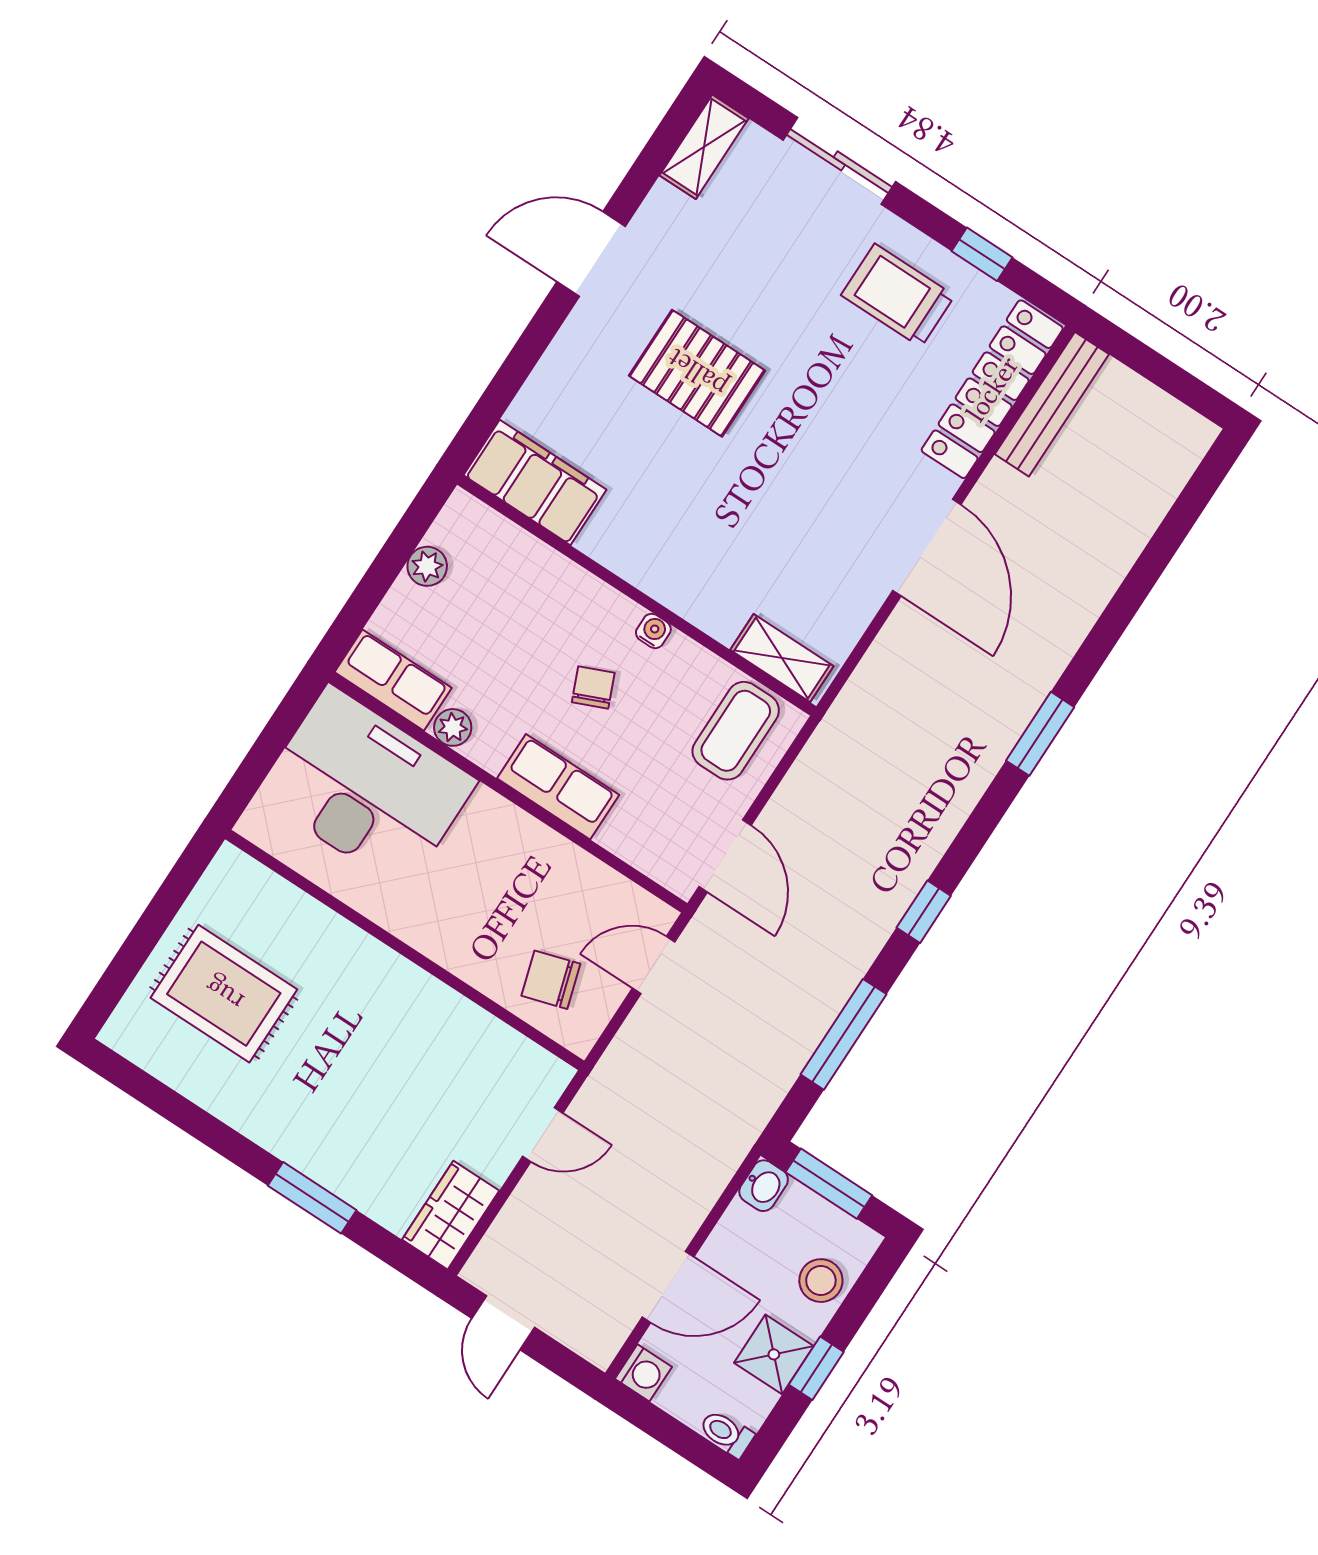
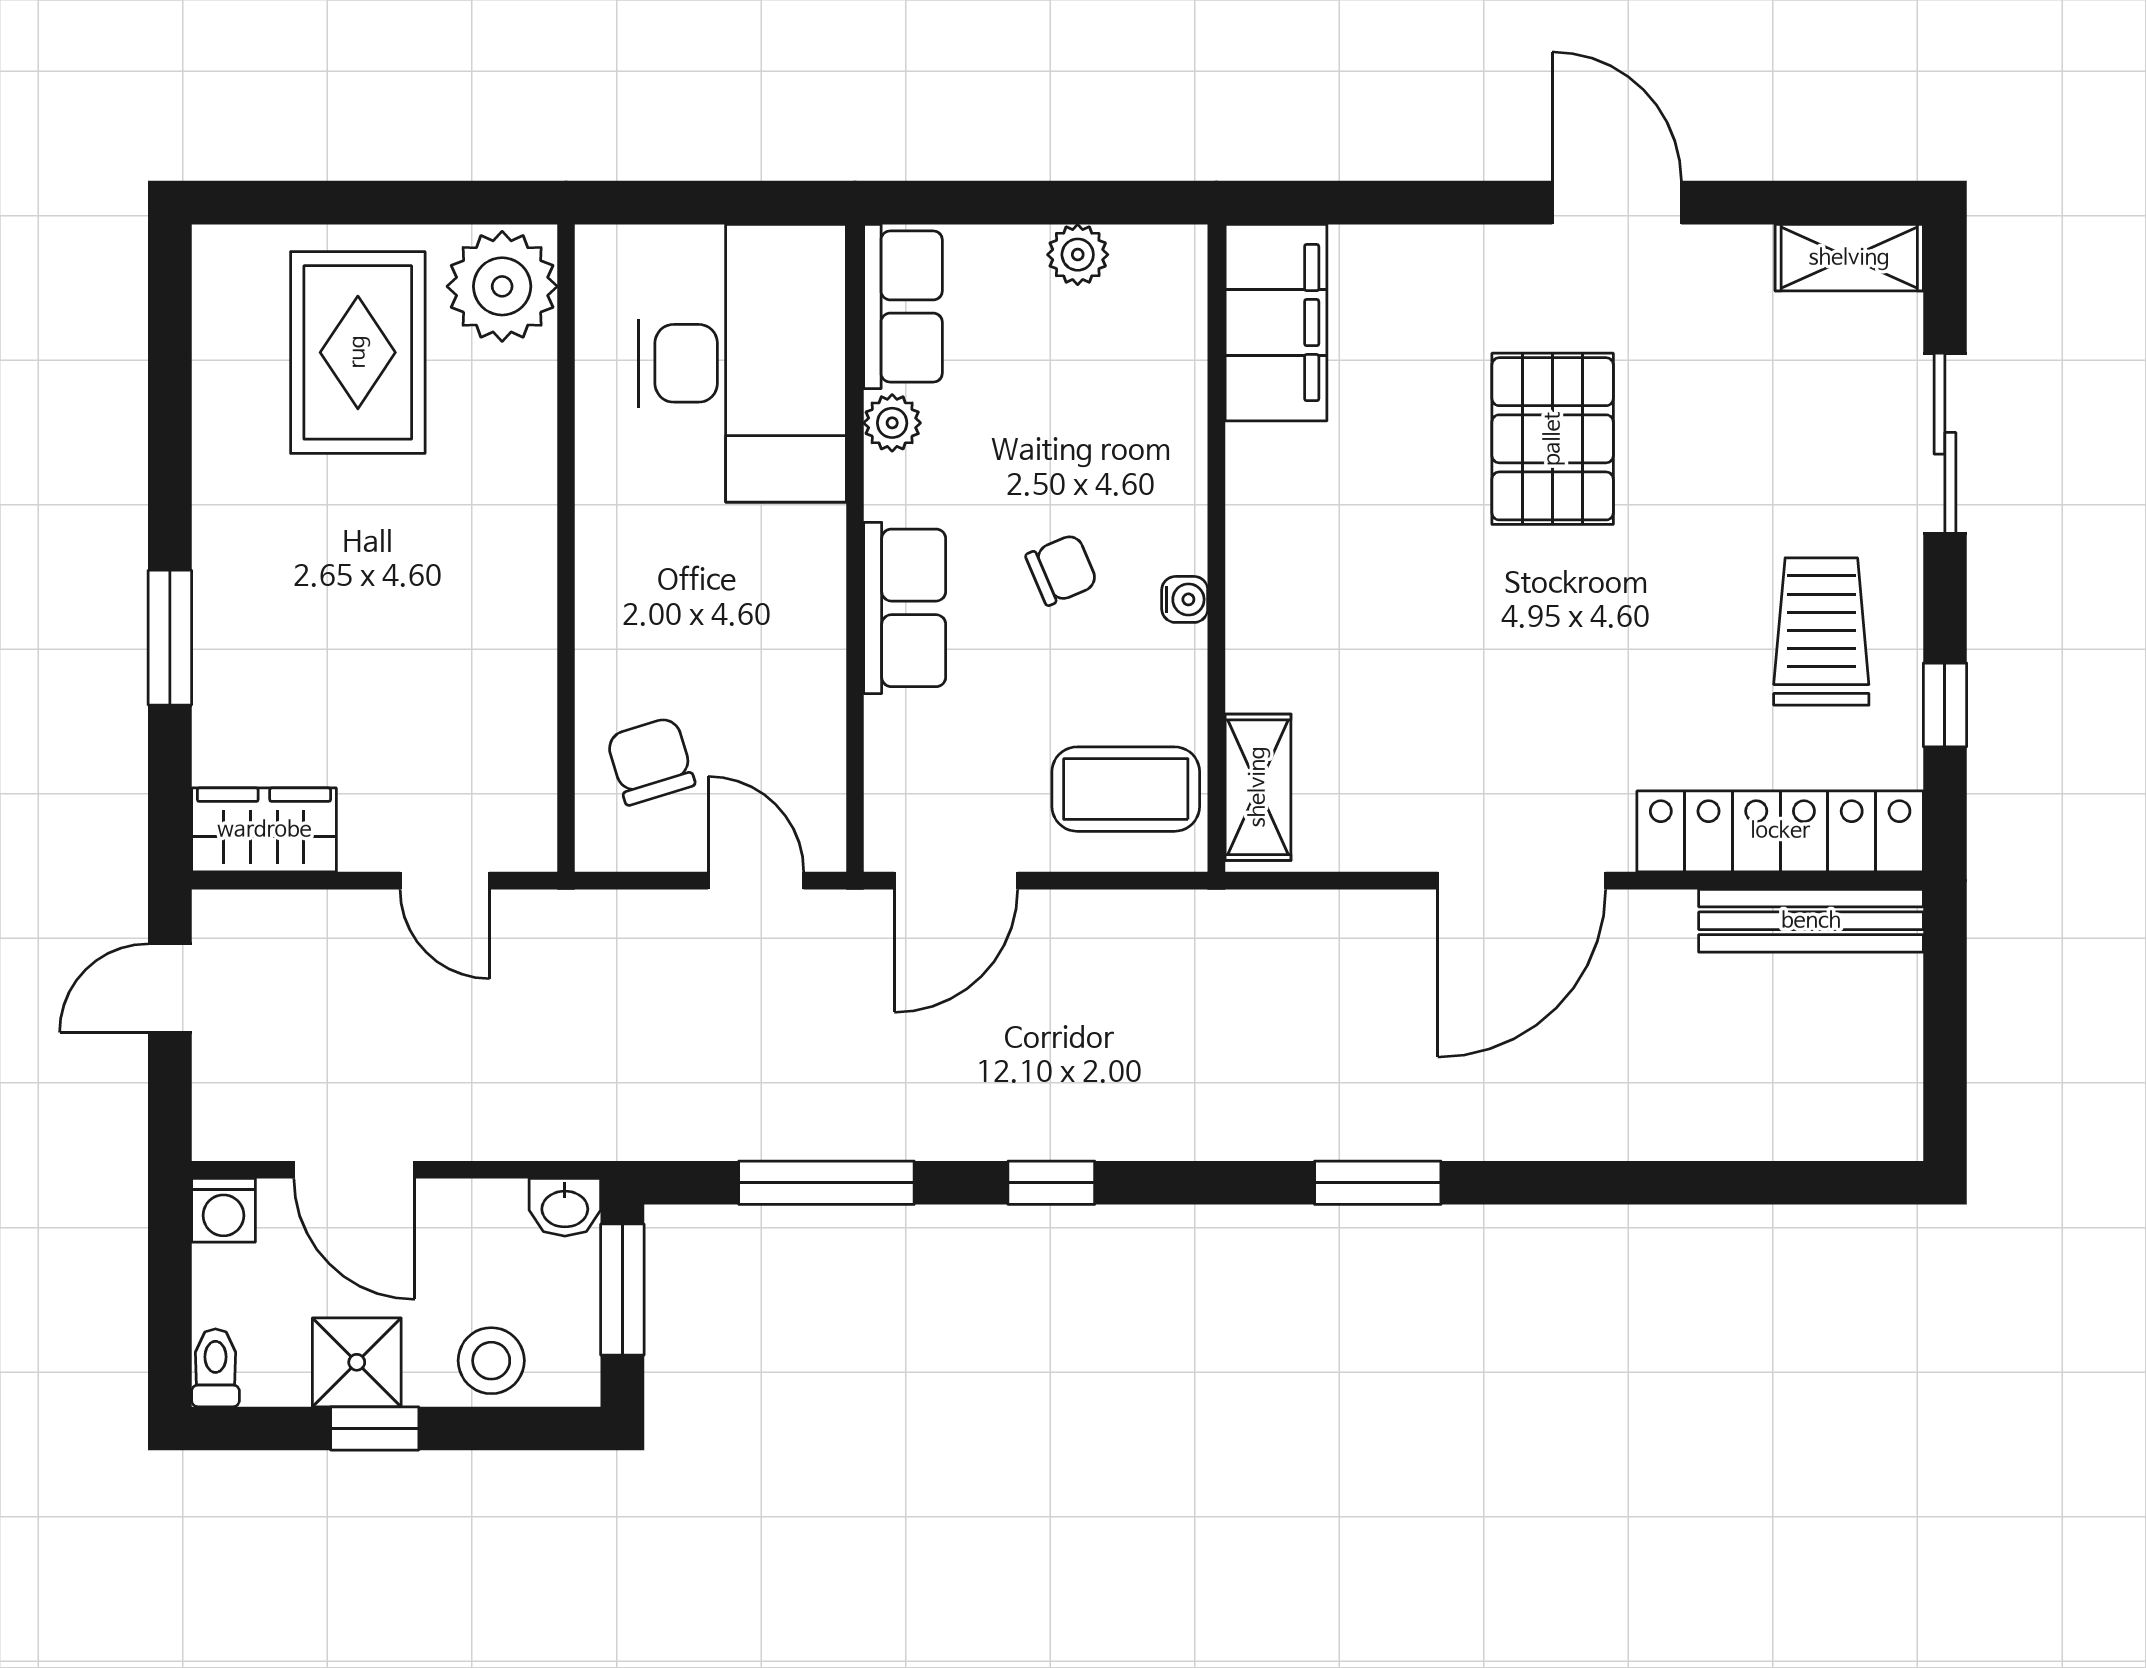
plant: (239, 891) -> (502, 286), added

